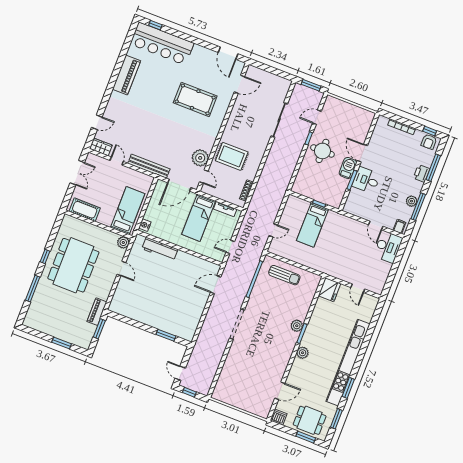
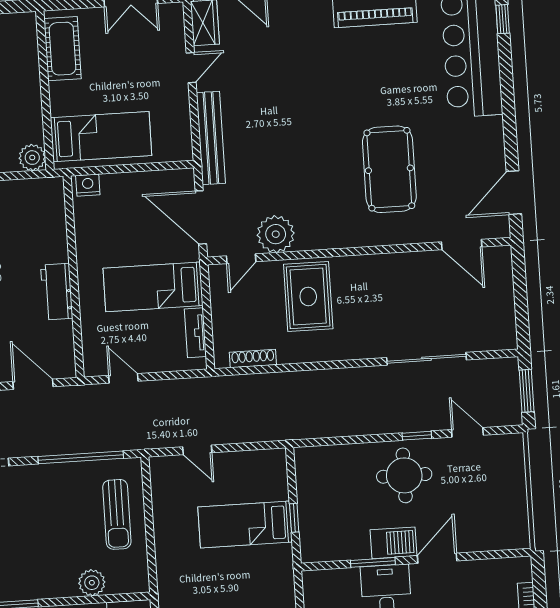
workbench: (160, 249) -> (57, 292), moved, width x0.73
plant: (297, 326) -> (92, 583), moved

